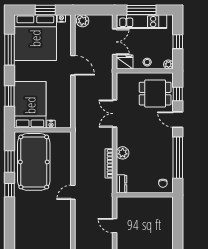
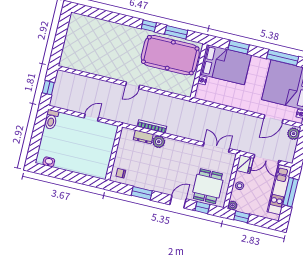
window: (178, 42) -> (242, 217), moved
door: (73, 65) -> (273, 119), moved
double door: (115, 114) -> (216, 147), moved
window: (178, 158) -> (142, 193), width x0.47
dresser: (122, 184) -> (143, 137), moved
door: (73, 192) -> (133, 85), swing flipped

